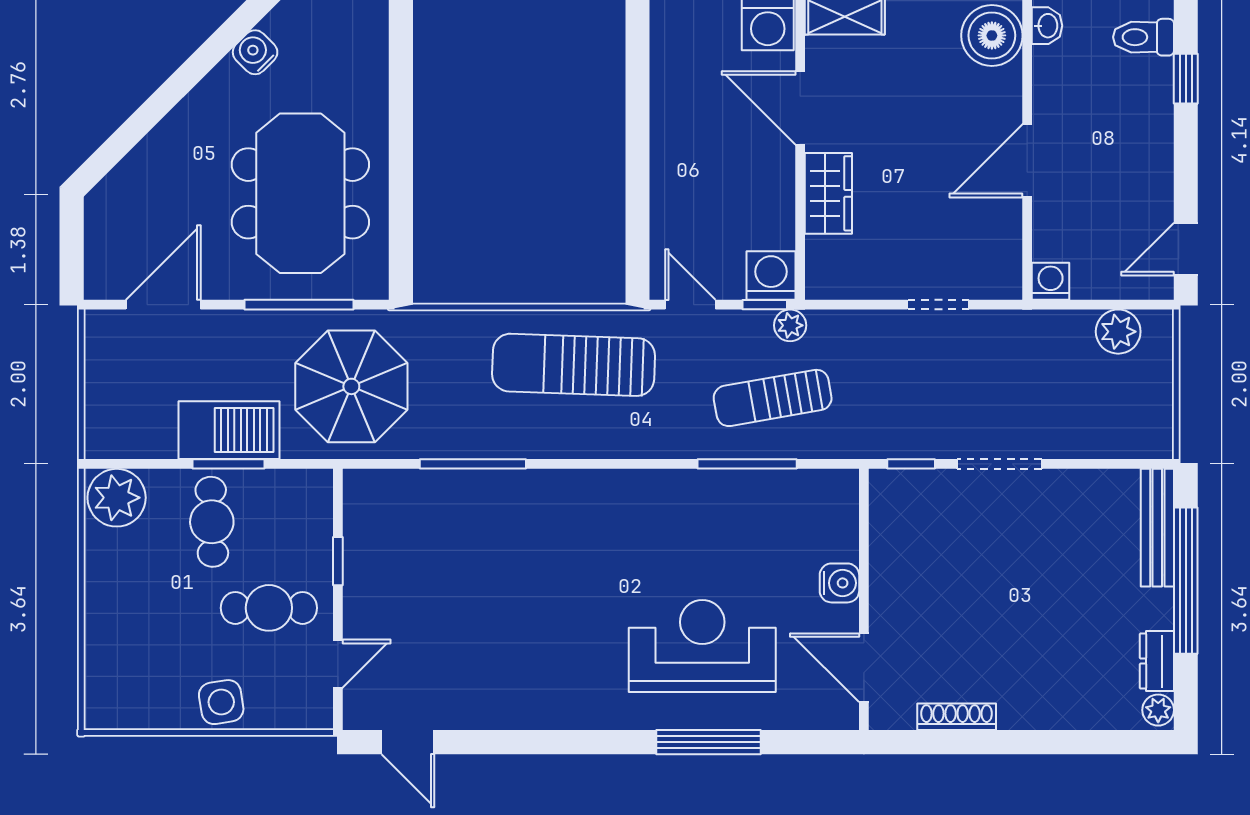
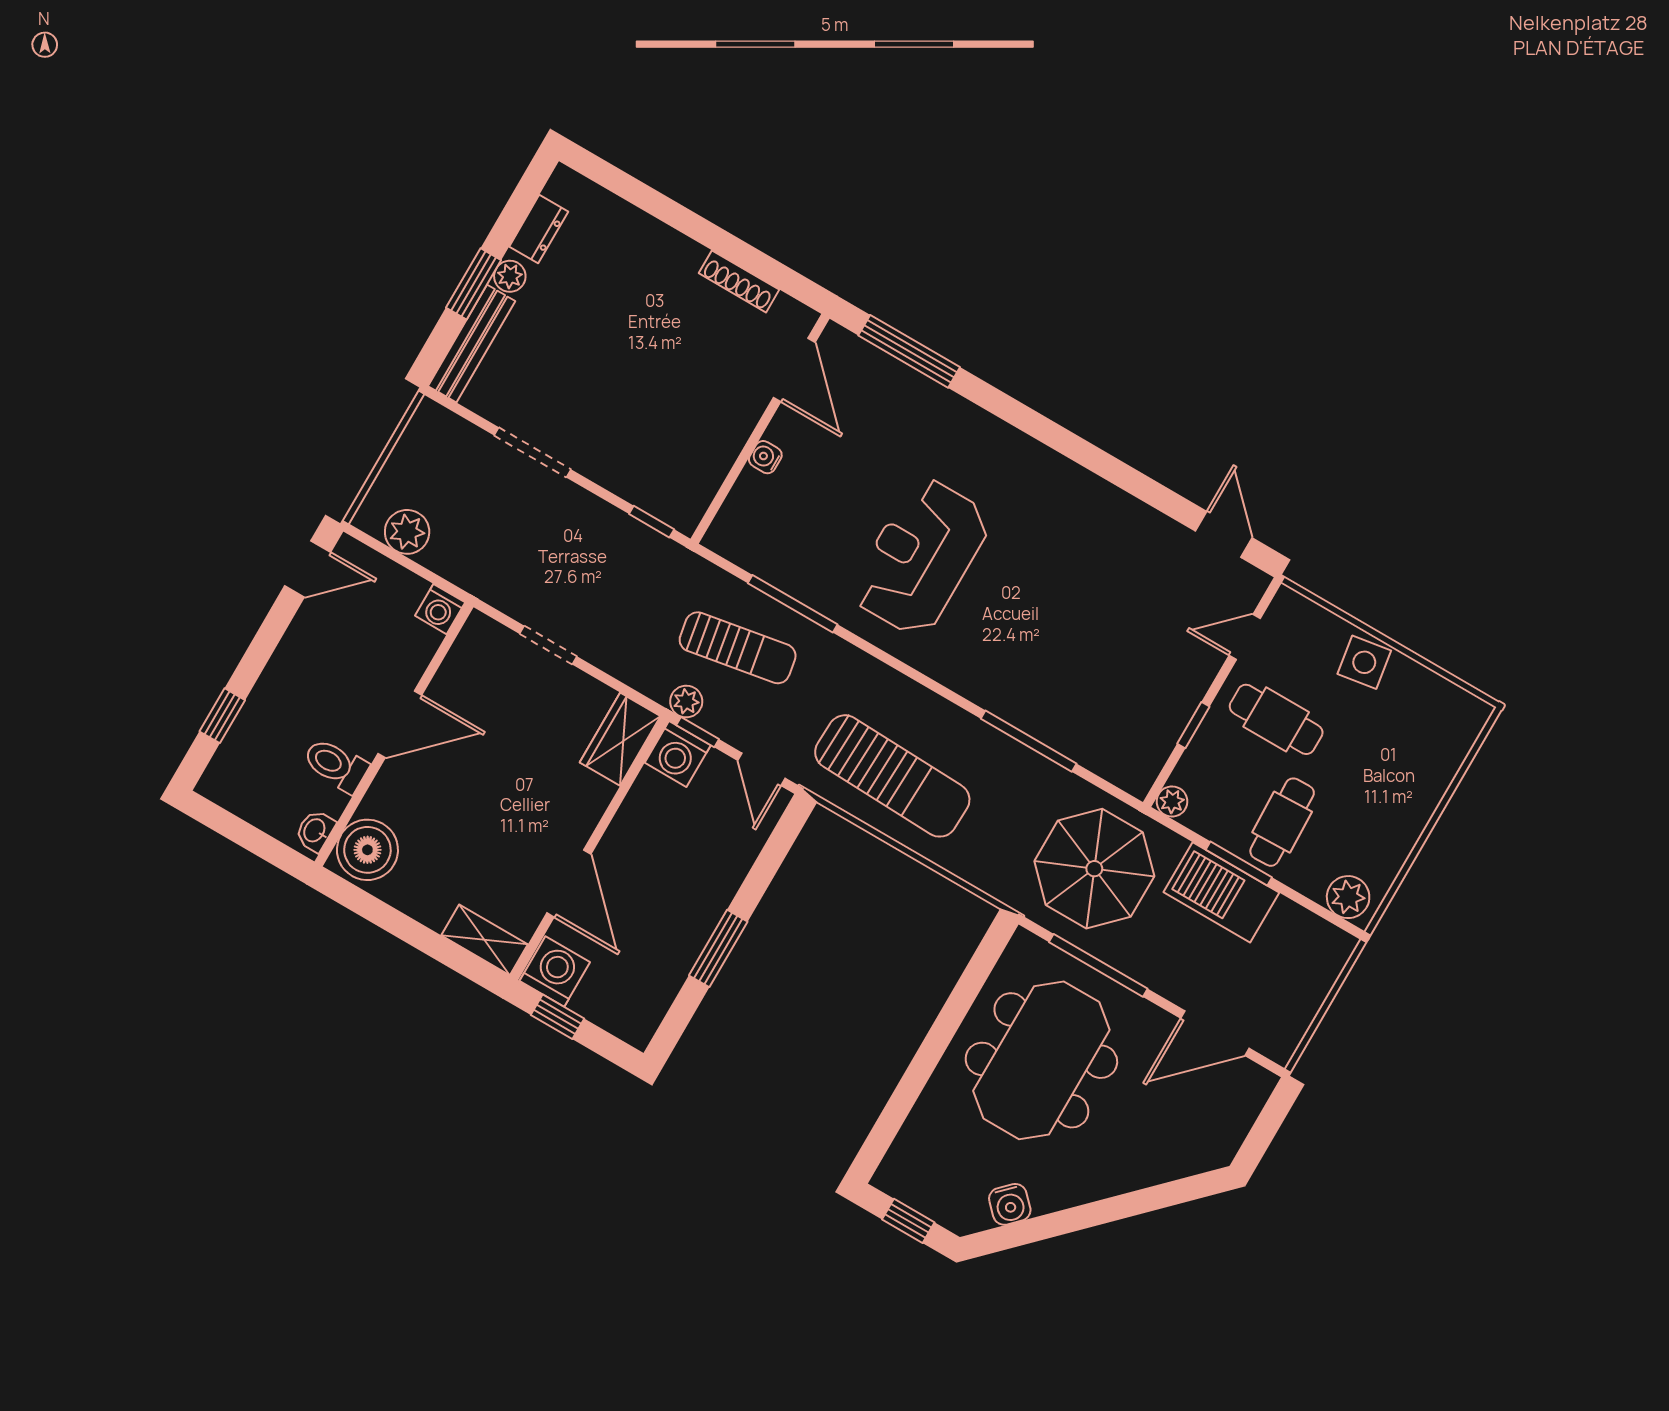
toilet: (1143, 37) -> (336, 765), moved, turned 180
window: (637, 127) -> (718, 948), added
wardrobe: (828, 193) -> (620, 739), moved
doorway: (999, 464) -> (532, 452), moved
plant: (318, 484) -> (1172, 801), added
plant: (117, 498) -> (1348, 897), width x0.73, depth x0.73
window: (1186, 581) -> (474, 284), width x0.47
water cooler: (839, 583) -> (765, 457), width x0.72, depth x0.72
reception desk: (702, 646) -> (921, 557), moved, turned 90
plant: (1158, 710) -> (510, 276), moved
window: (709, 742) -> (909, 351), moved

